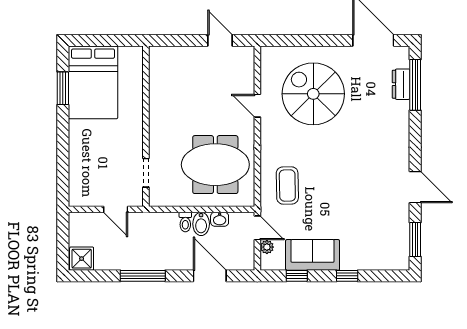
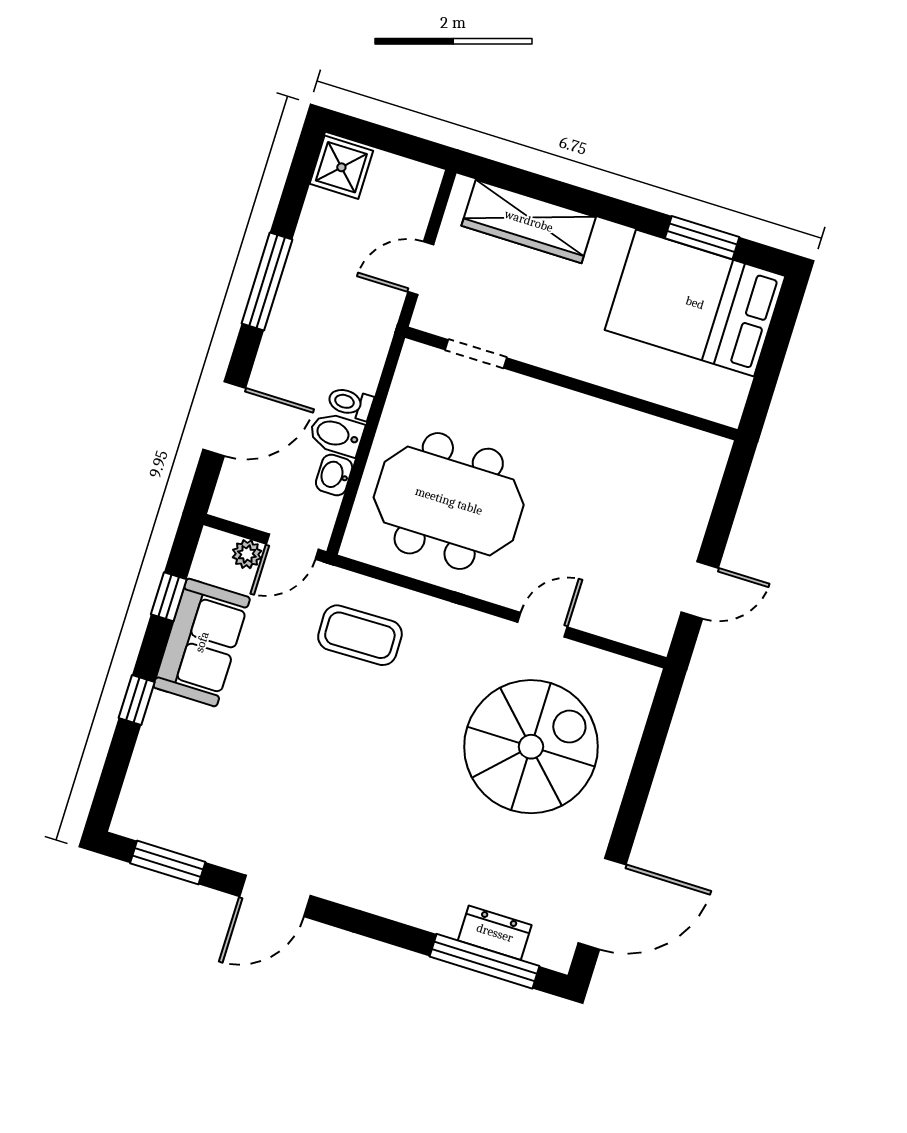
meeting table: (215, 165) -> (449, 501), turned 90
wardrobe: (80, 168) -> (529, 221), added

